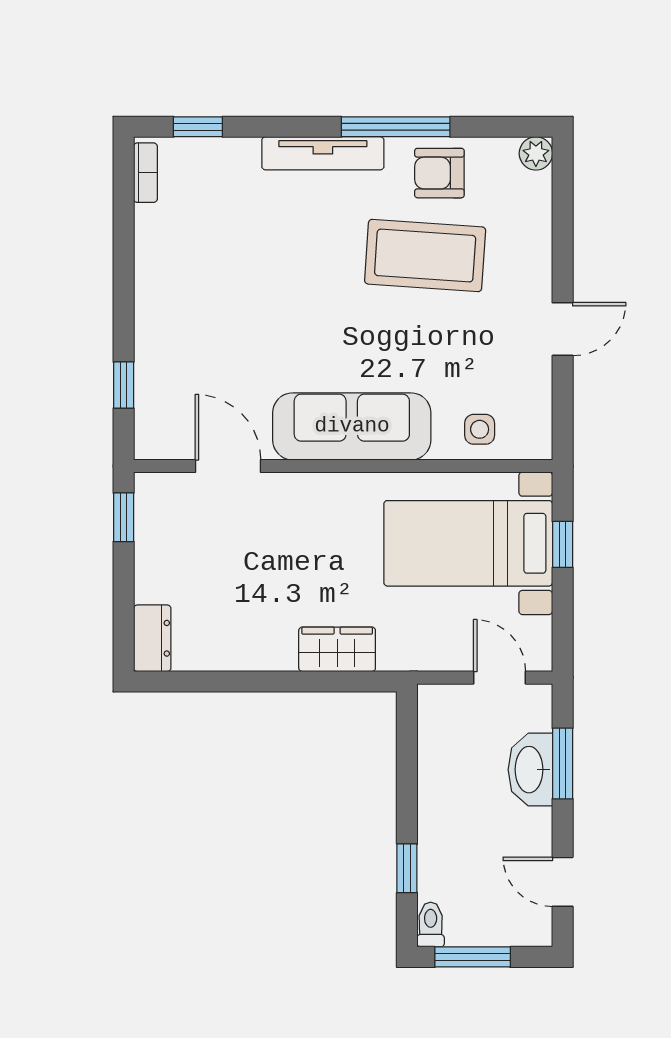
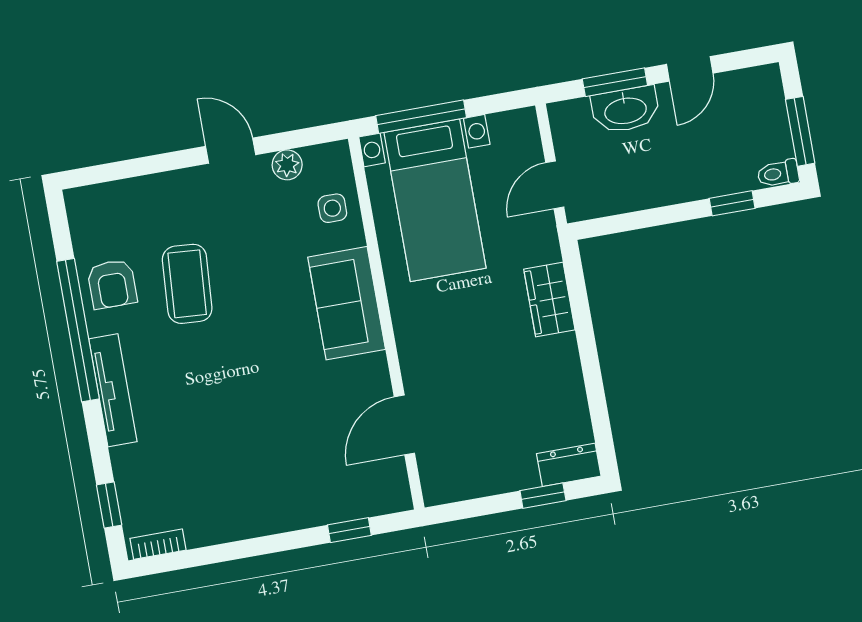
window: (396, 127) -> (78, 330), width x1.46
plant: (536, 153) -> (287, 165), moved
coffee table: (425, 255) -> (187, 284), width x0.73, depth x0.76
sofa: (352, 426) -> (347, 303), width x0.73
window: (124, 517) -> (543, 496), moved
window: (563, 544) -> (421, 117), width x2.17
door: (500, 678) -> (555, 185), moved
door: (563, 882) -> (690, 69), moved

